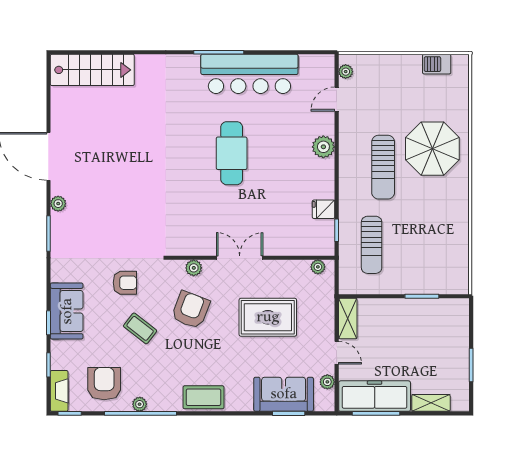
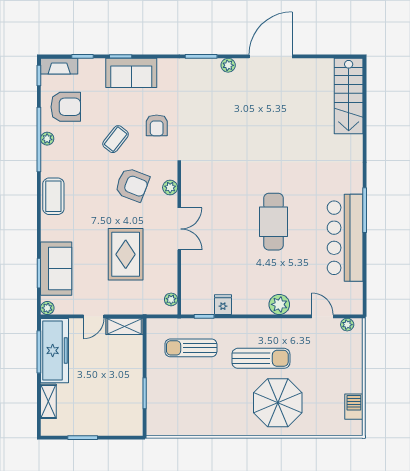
cafe table: (232, 153) -> (274, 222), turned 90
sun lounger: (383, 167) -> (261, 358), turned 180
plant: (327, 382) -> (47, 308), moved

